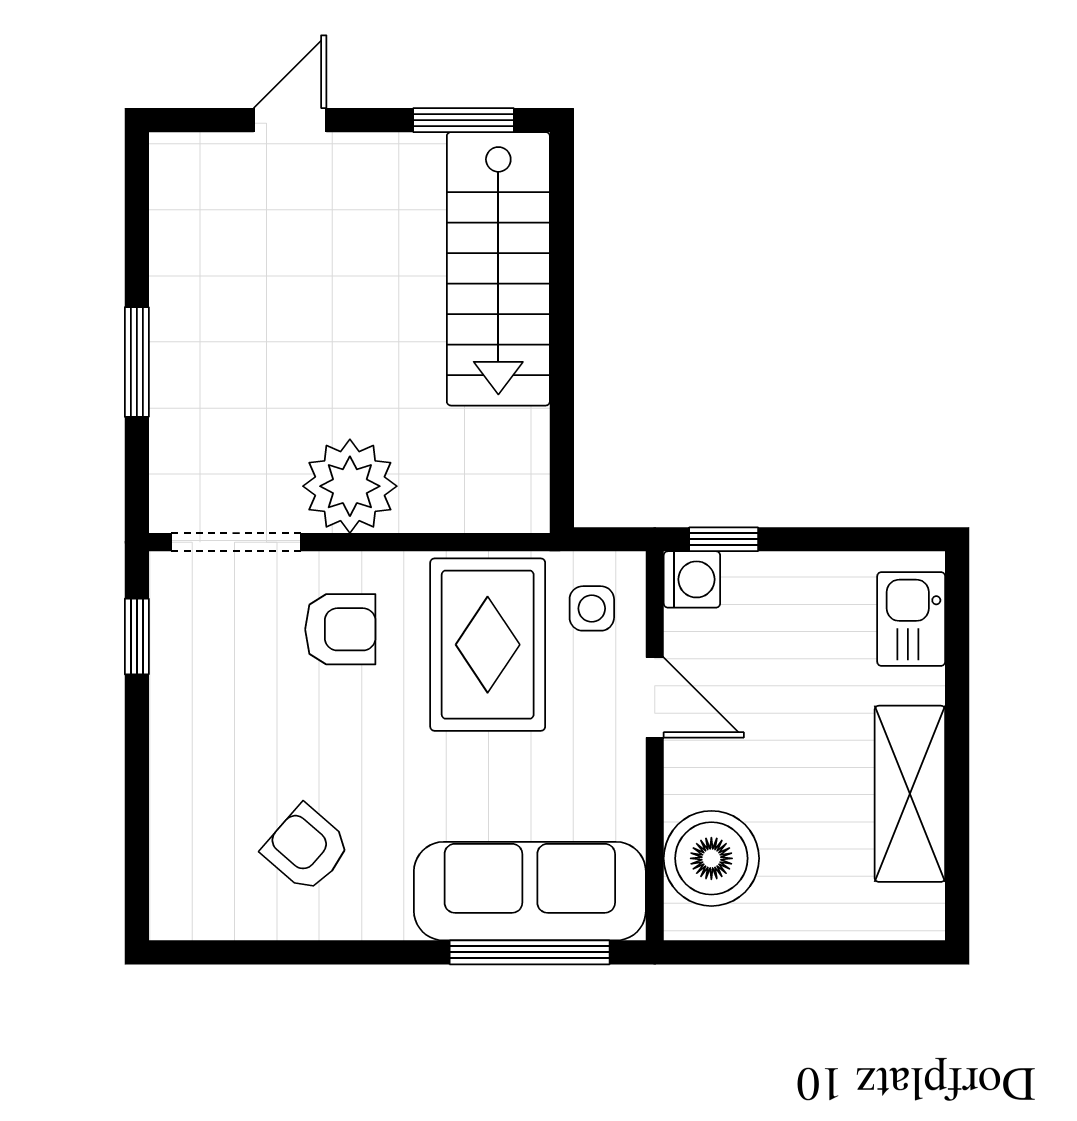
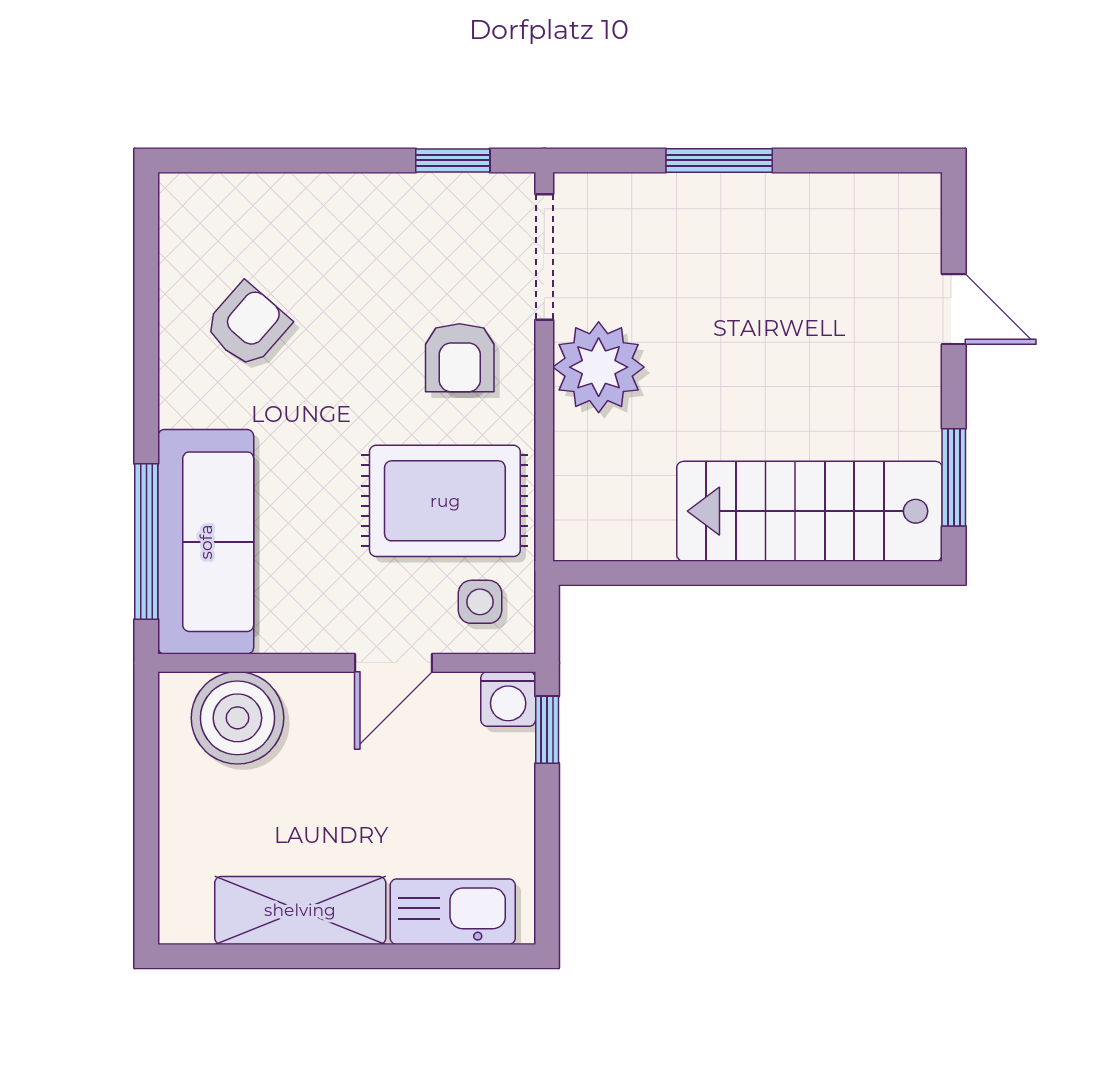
kitchen sink: (911, 619) -> (453, 912), width x1.38

